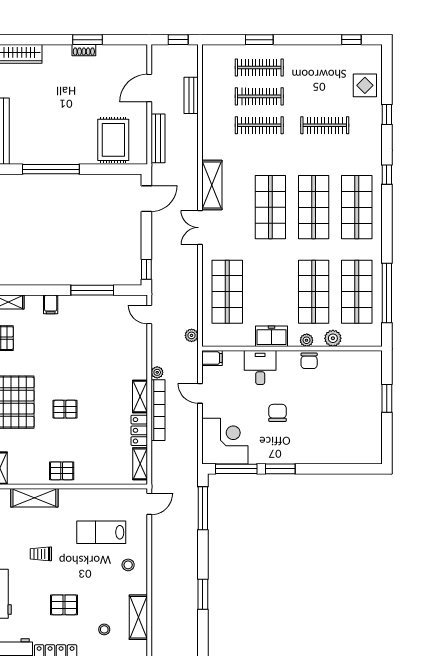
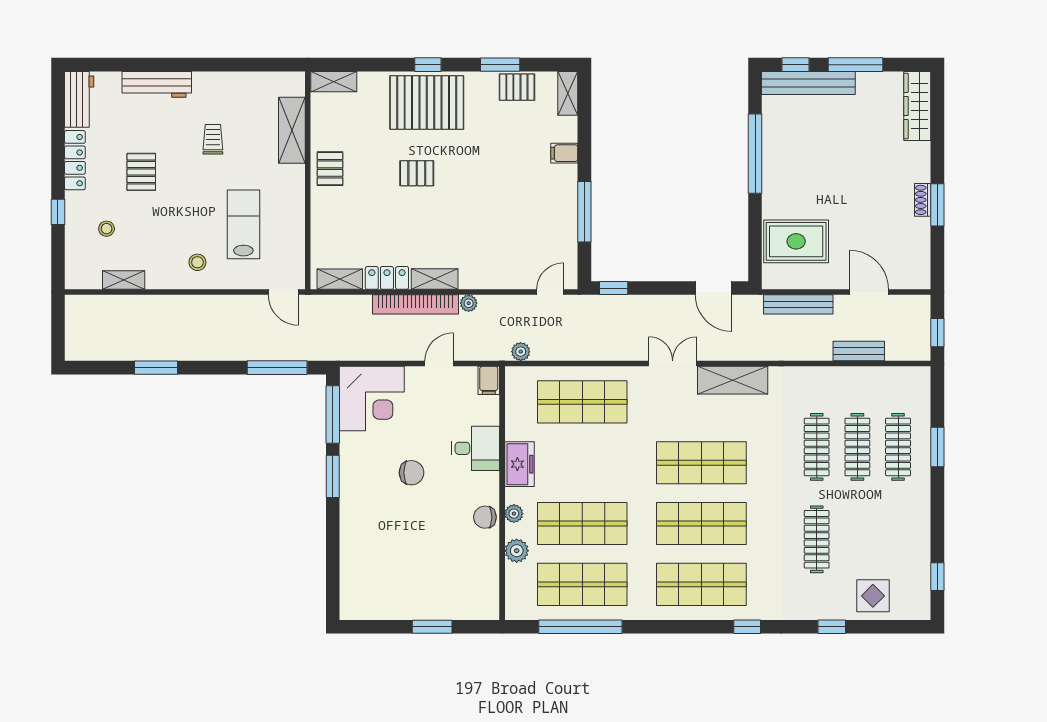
pallet: (65, 409) -> (417, 173), turned 90
shelving: (138, 617) -> (124, 280), width x0.67, depth x0.75

